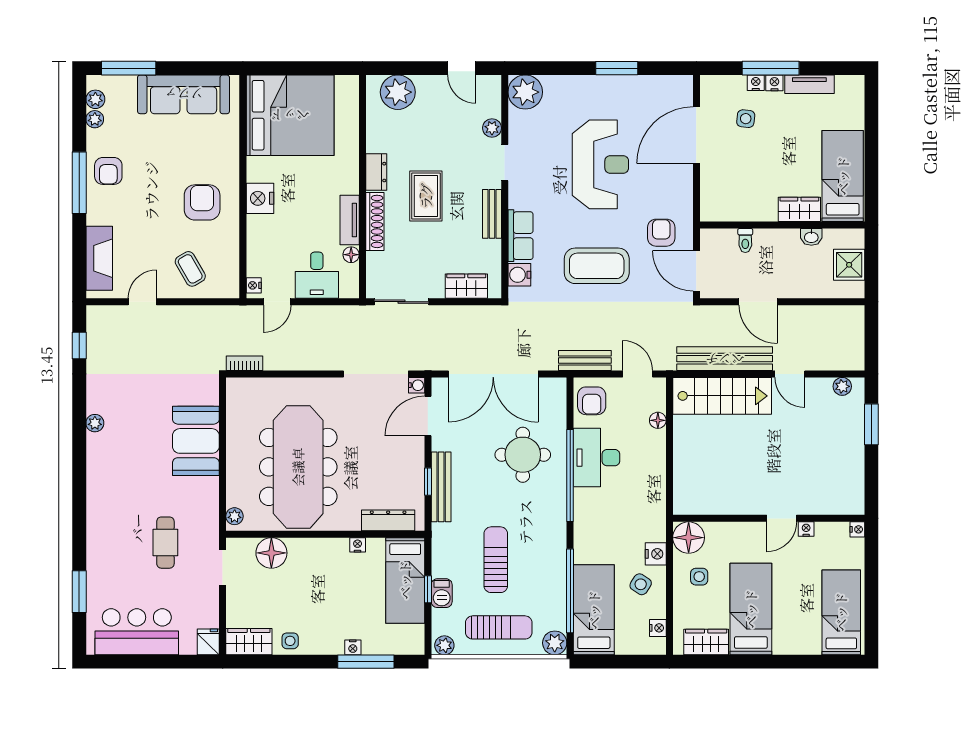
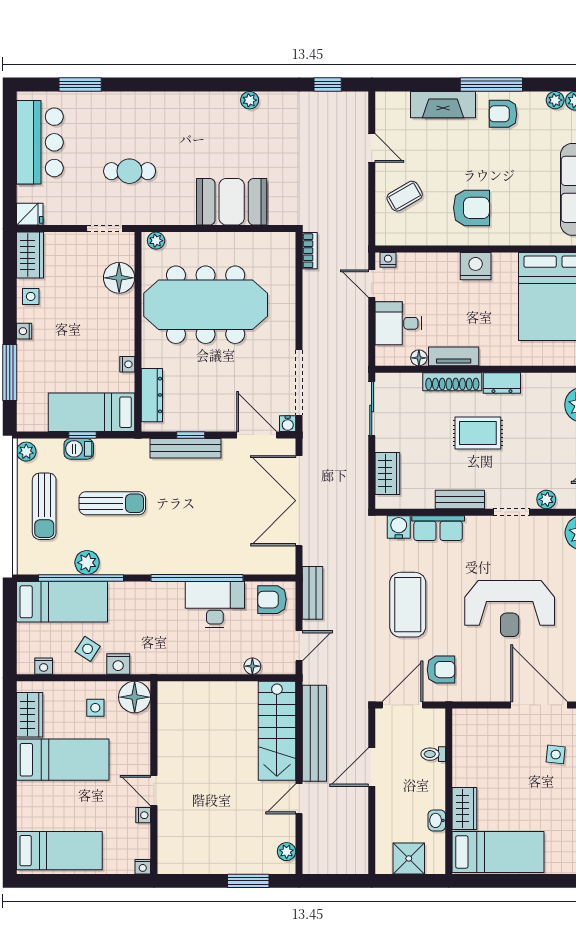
fireplace: (99, 258) -> (443, 105), moved
round table: (523, 455) -> (218, 530), removed
plant: (555, 643) -> (87, 563), moved
nightstand: (353, 647) -> (24, 331), moved

